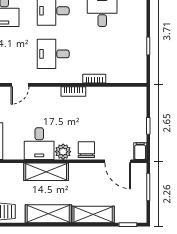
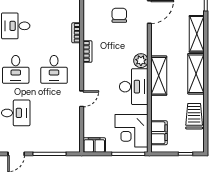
door: (20, 85) -> (82, 99), hinge flipped
desk: (39, 144) -> (134, 87), width x1.37
chair: (86, 150) -> (119, 15), moved, turned 90

